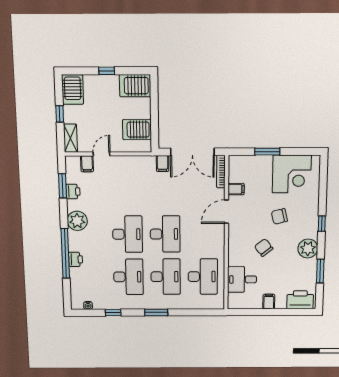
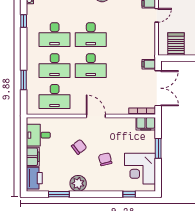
double door: (192, 152) -> (158, 88), swing flipped
door: (102, 154) -> (157, 15), hinge flipped
filing cabinet: (236, 189) -> (146, 124), moved, width x2.00
door: (226, 212) -> (96, 116), moved
window: (322, 224) -> (129, 194), moved
desk: (242, 279) -> (38, 135), moved, turned -90
filing cabinet: (269, 302) -> (33, 157), width x2.00
window: (156, 312) -> (24, 80), moved

